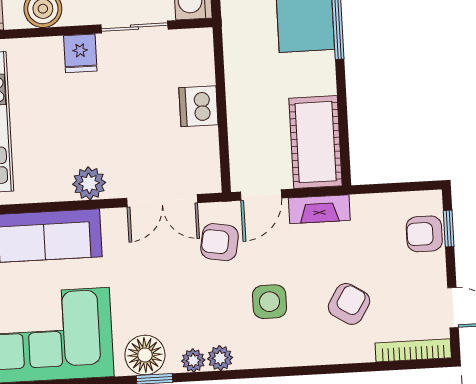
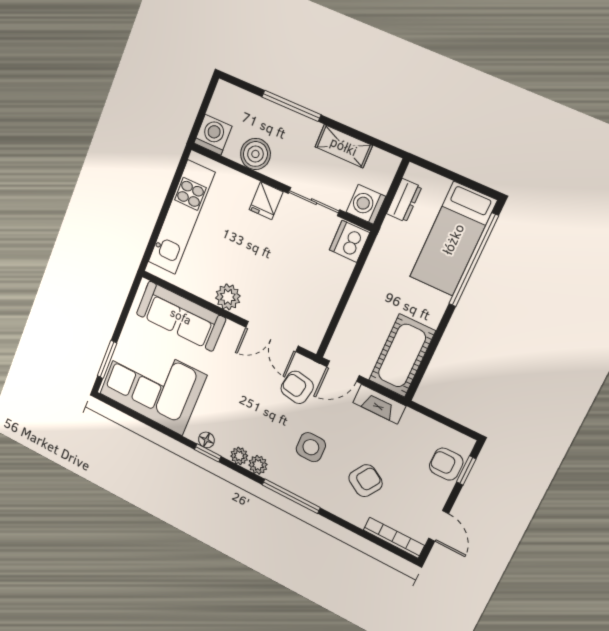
dishwasher: (198, 106) -> (349, 241), moved
floor lamp: (145, 355) -> (206, 440), width x0.53, depth x0.53
window: (276, 372) -> (291, 496), added

